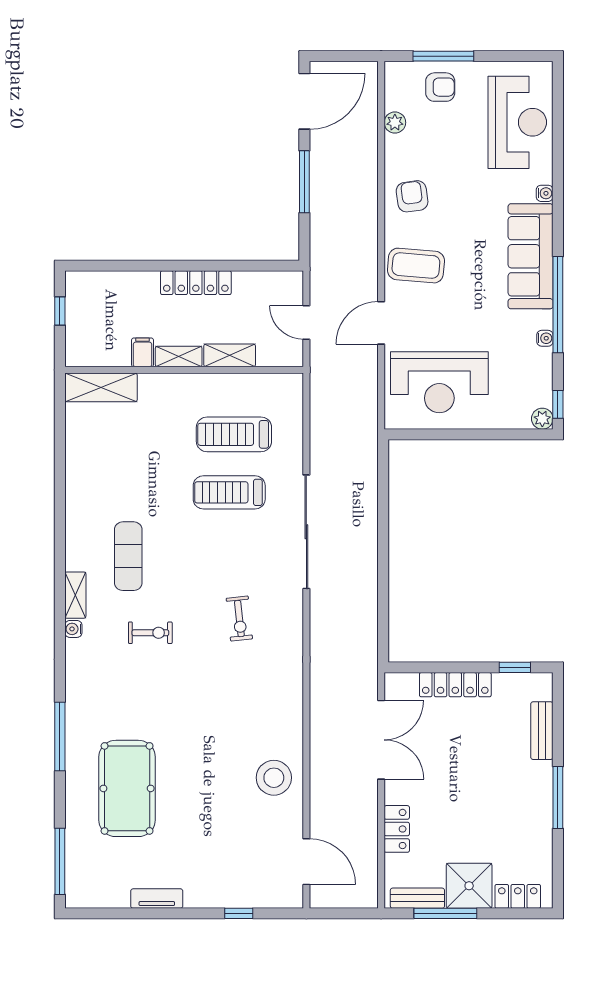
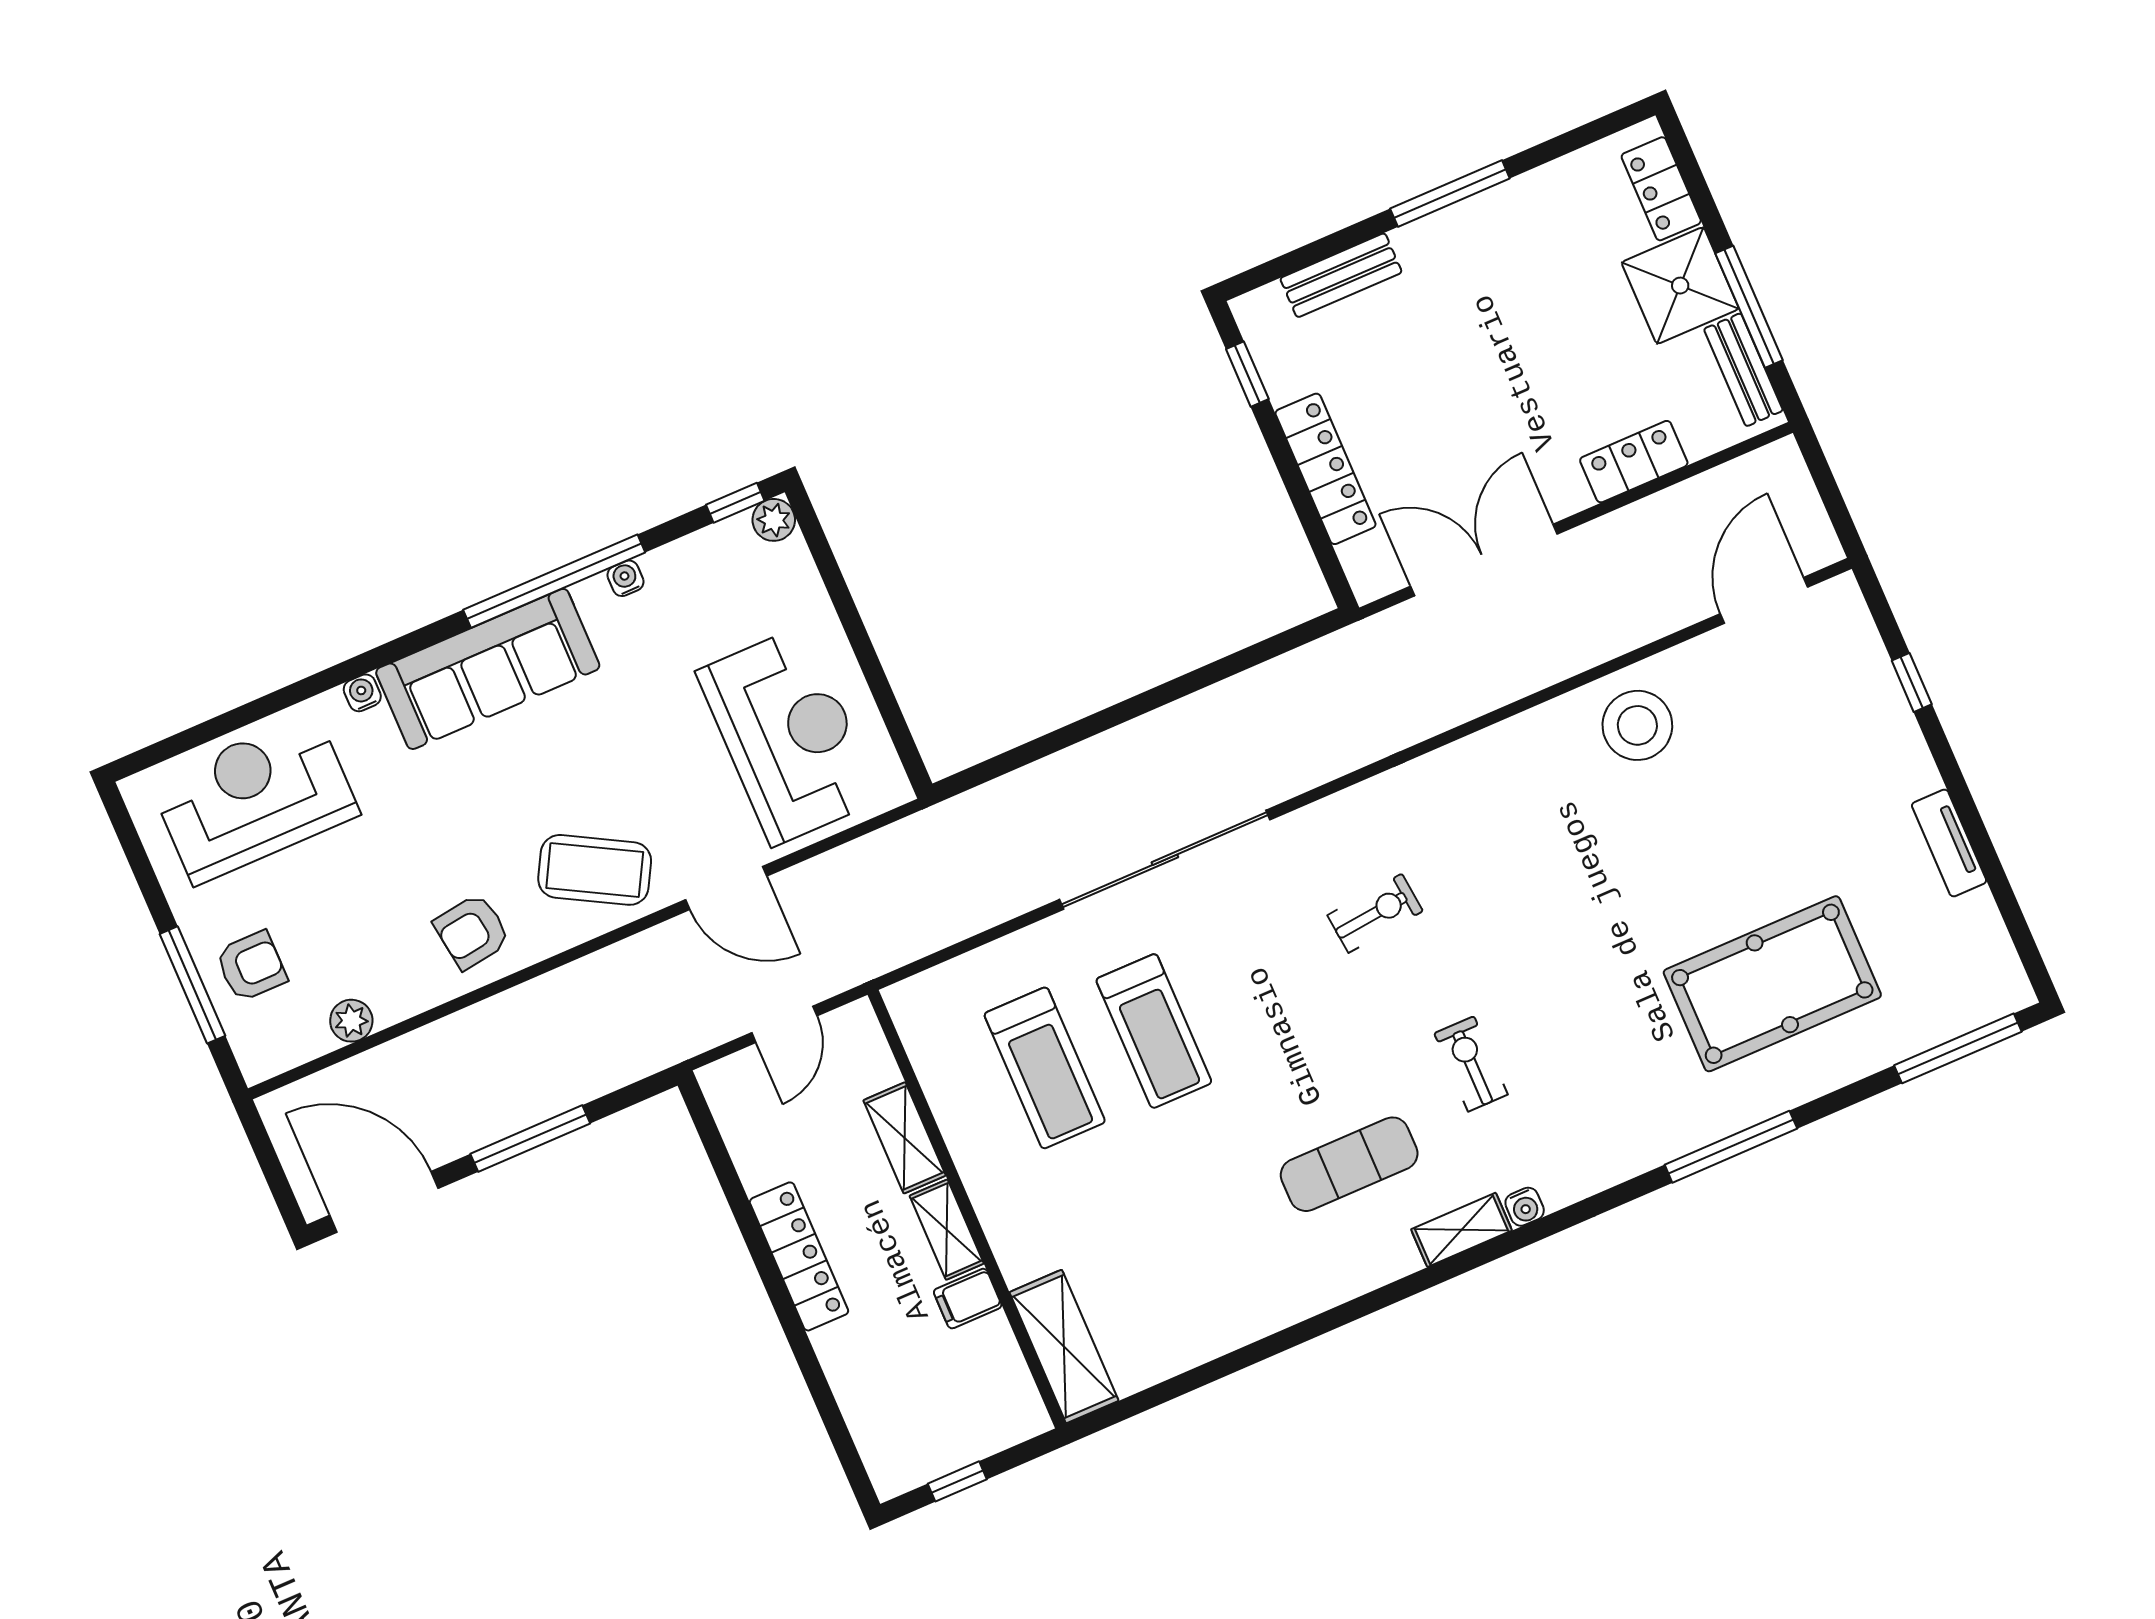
armchair: (440, 87) -> (251, 966), turned 90
coffee table: (416, 266) -> (595, 870), turned -66

